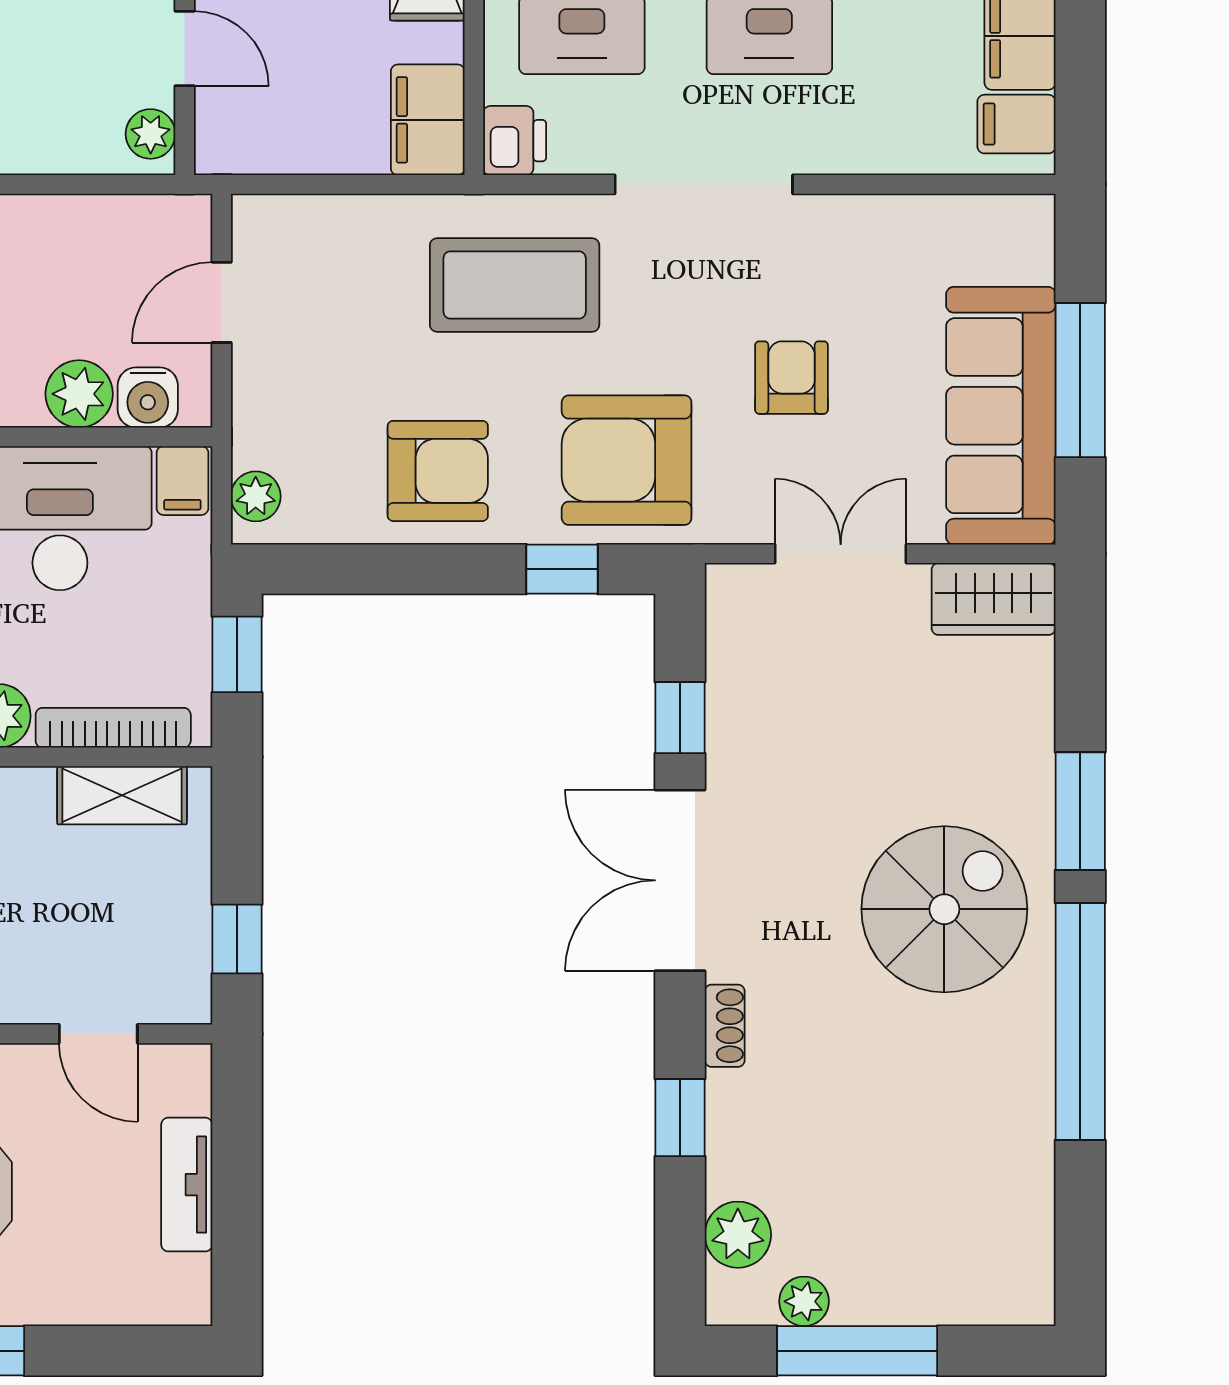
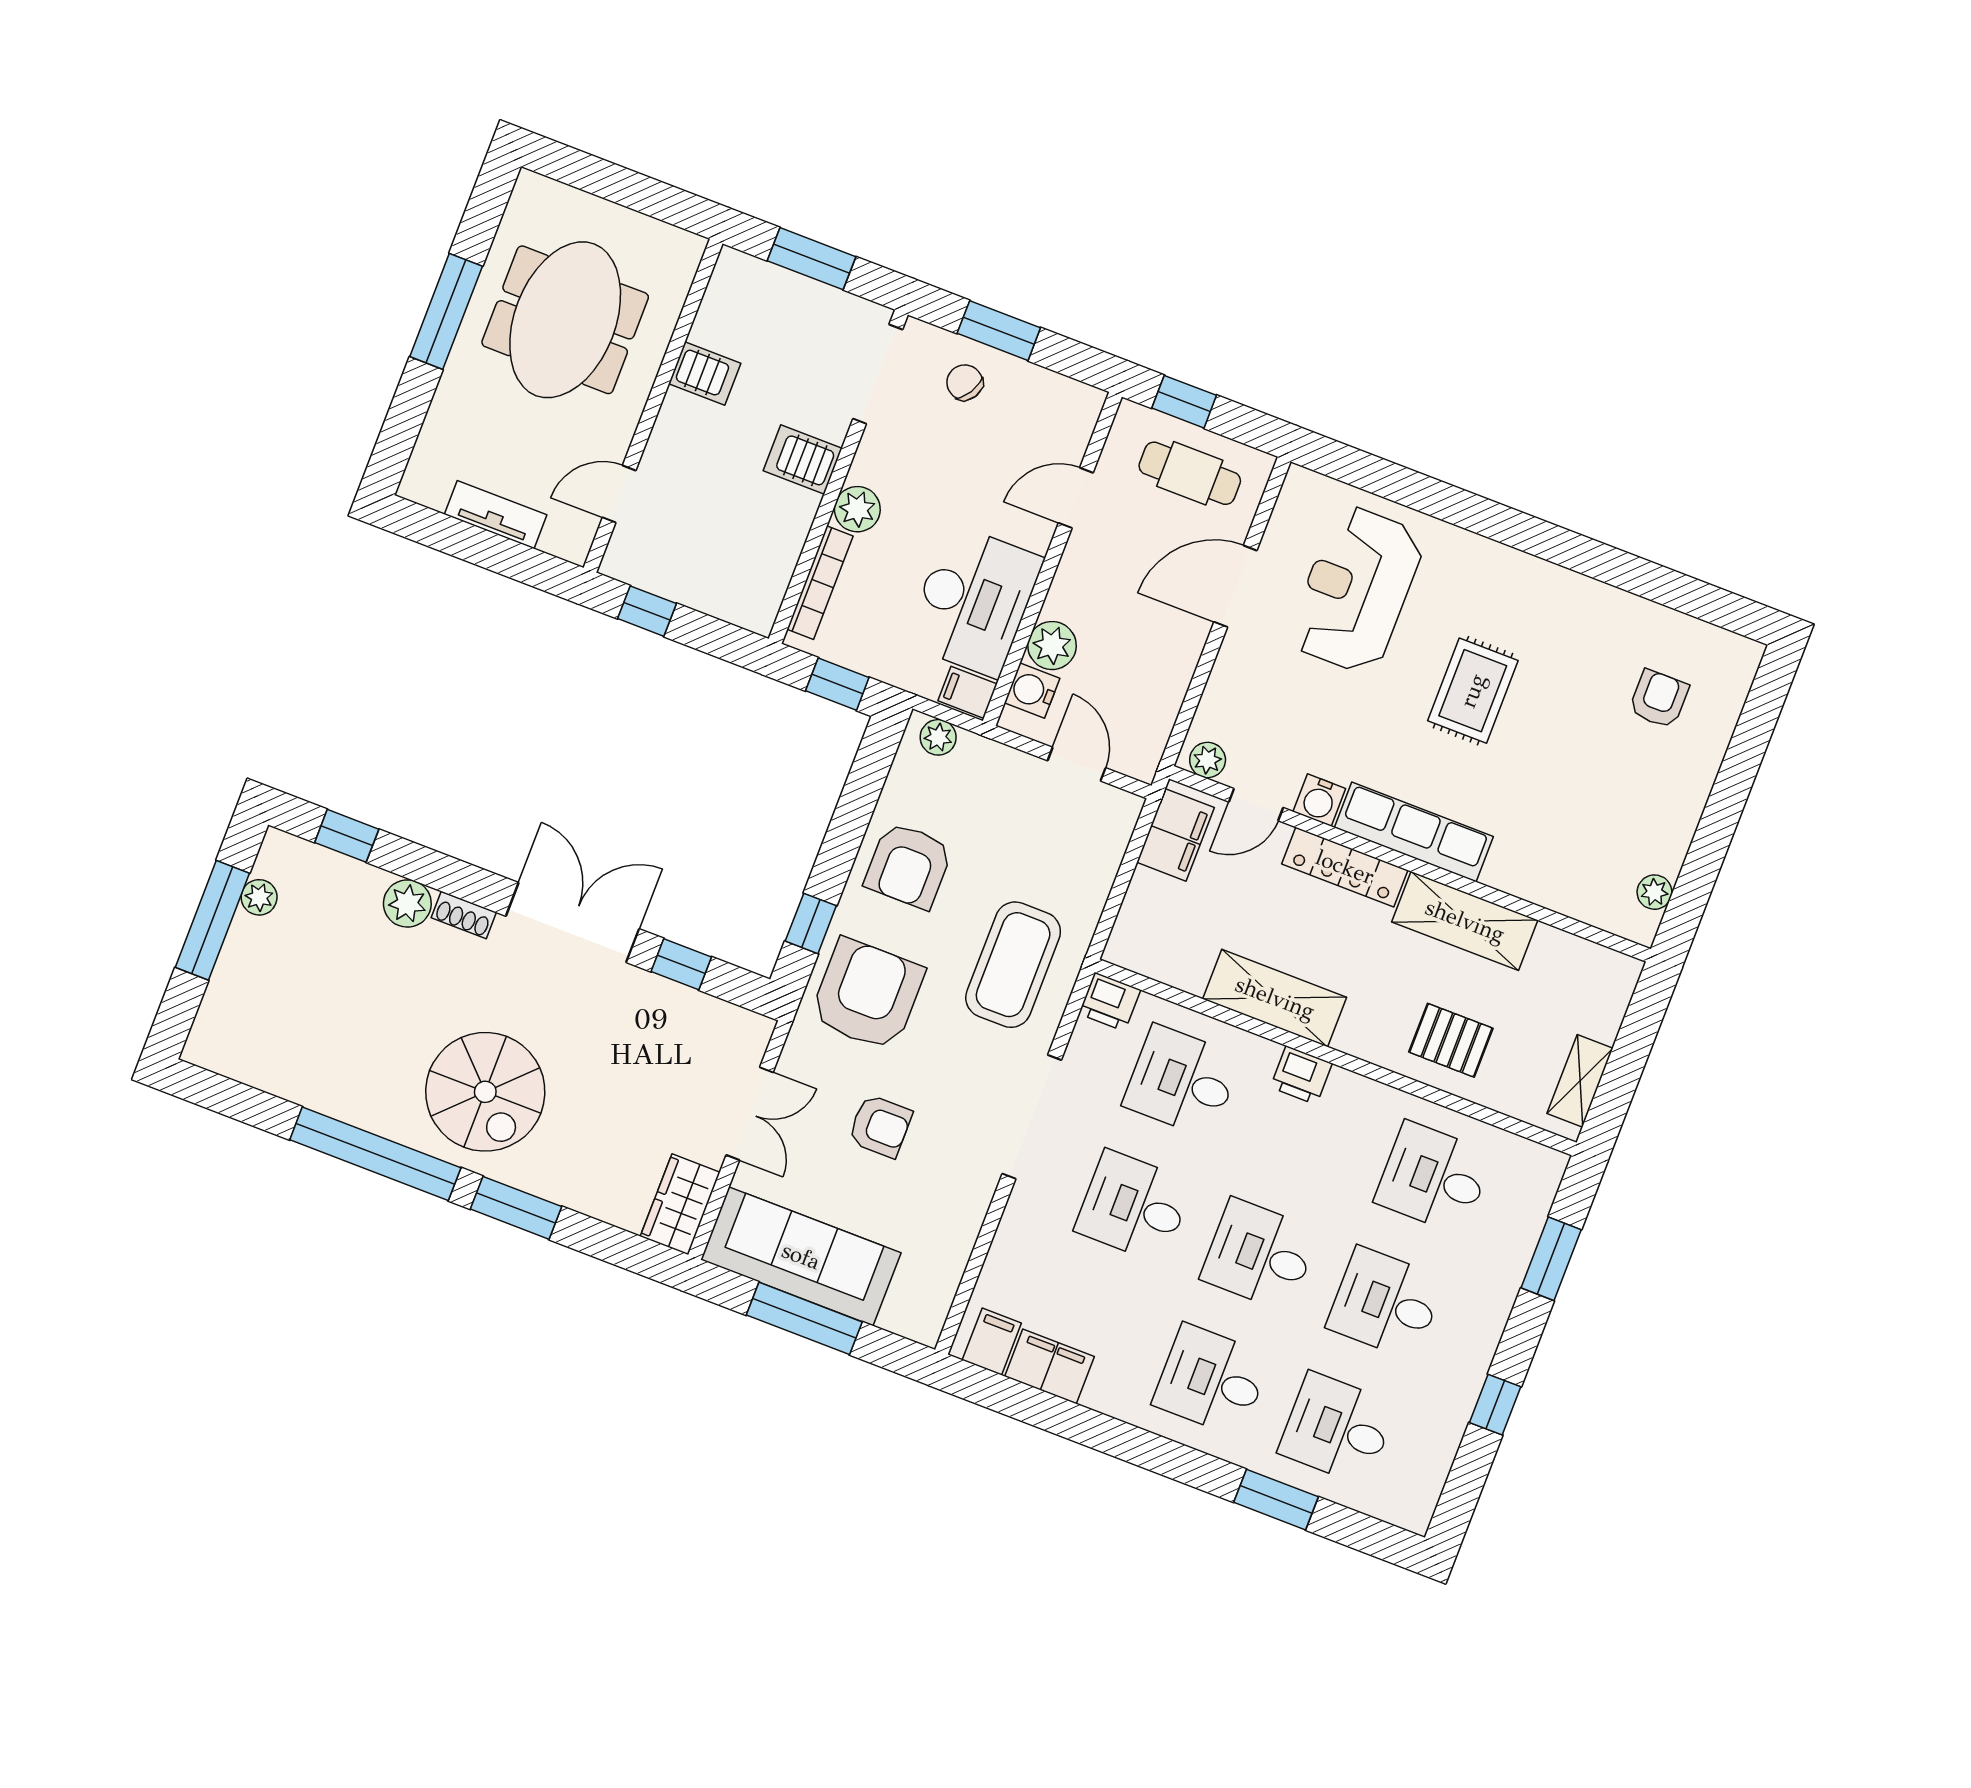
filing cabinet: (428, 120) -> (1175, 835), moved, turned 90
shelving: (122, 795) -> (773, 571), removed
window: (680, 1118) -> (347, 836), moved
plant: (738, 1235) -> (407, 903), moved

